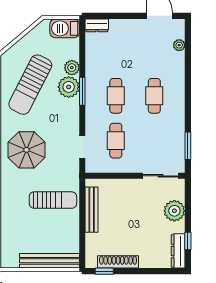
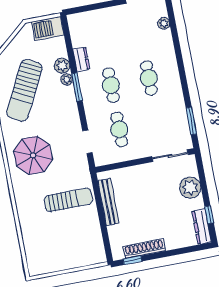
dresser: (97, 25) -> (81, 59), moved, turned -90
plant: (69, 87) -> (67, 80), width x0.53, depth x0.53
bench: (49, 261) -> (76, 260), removed

